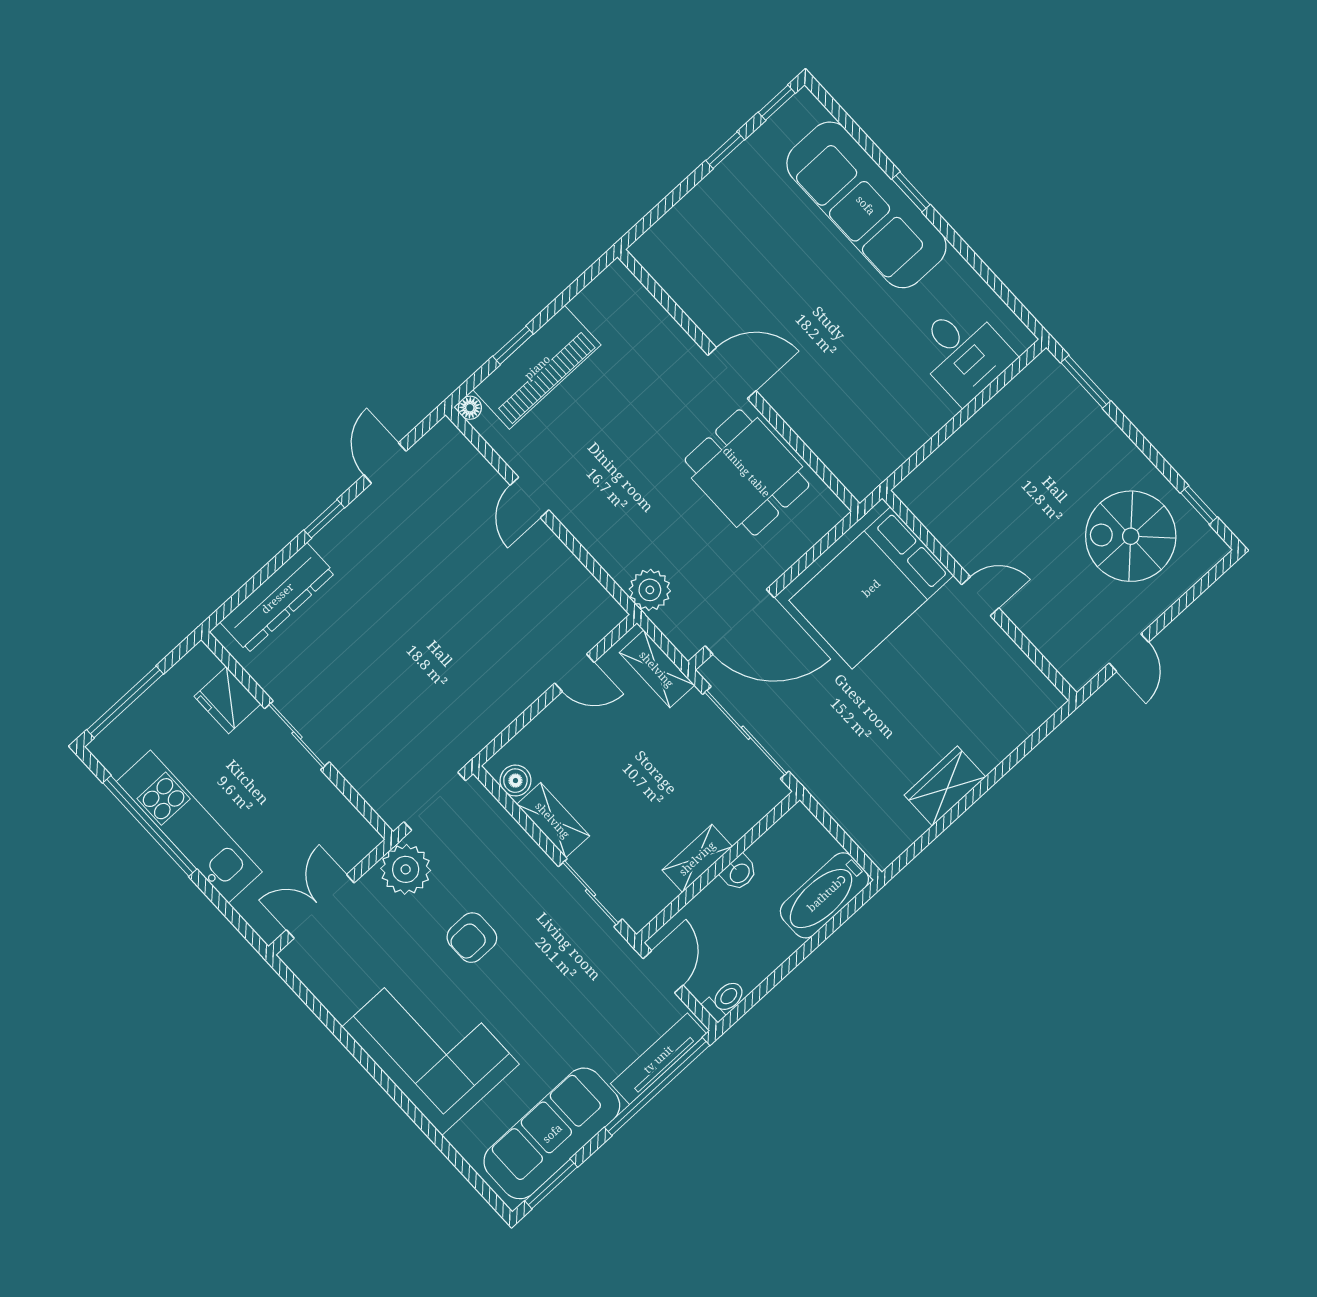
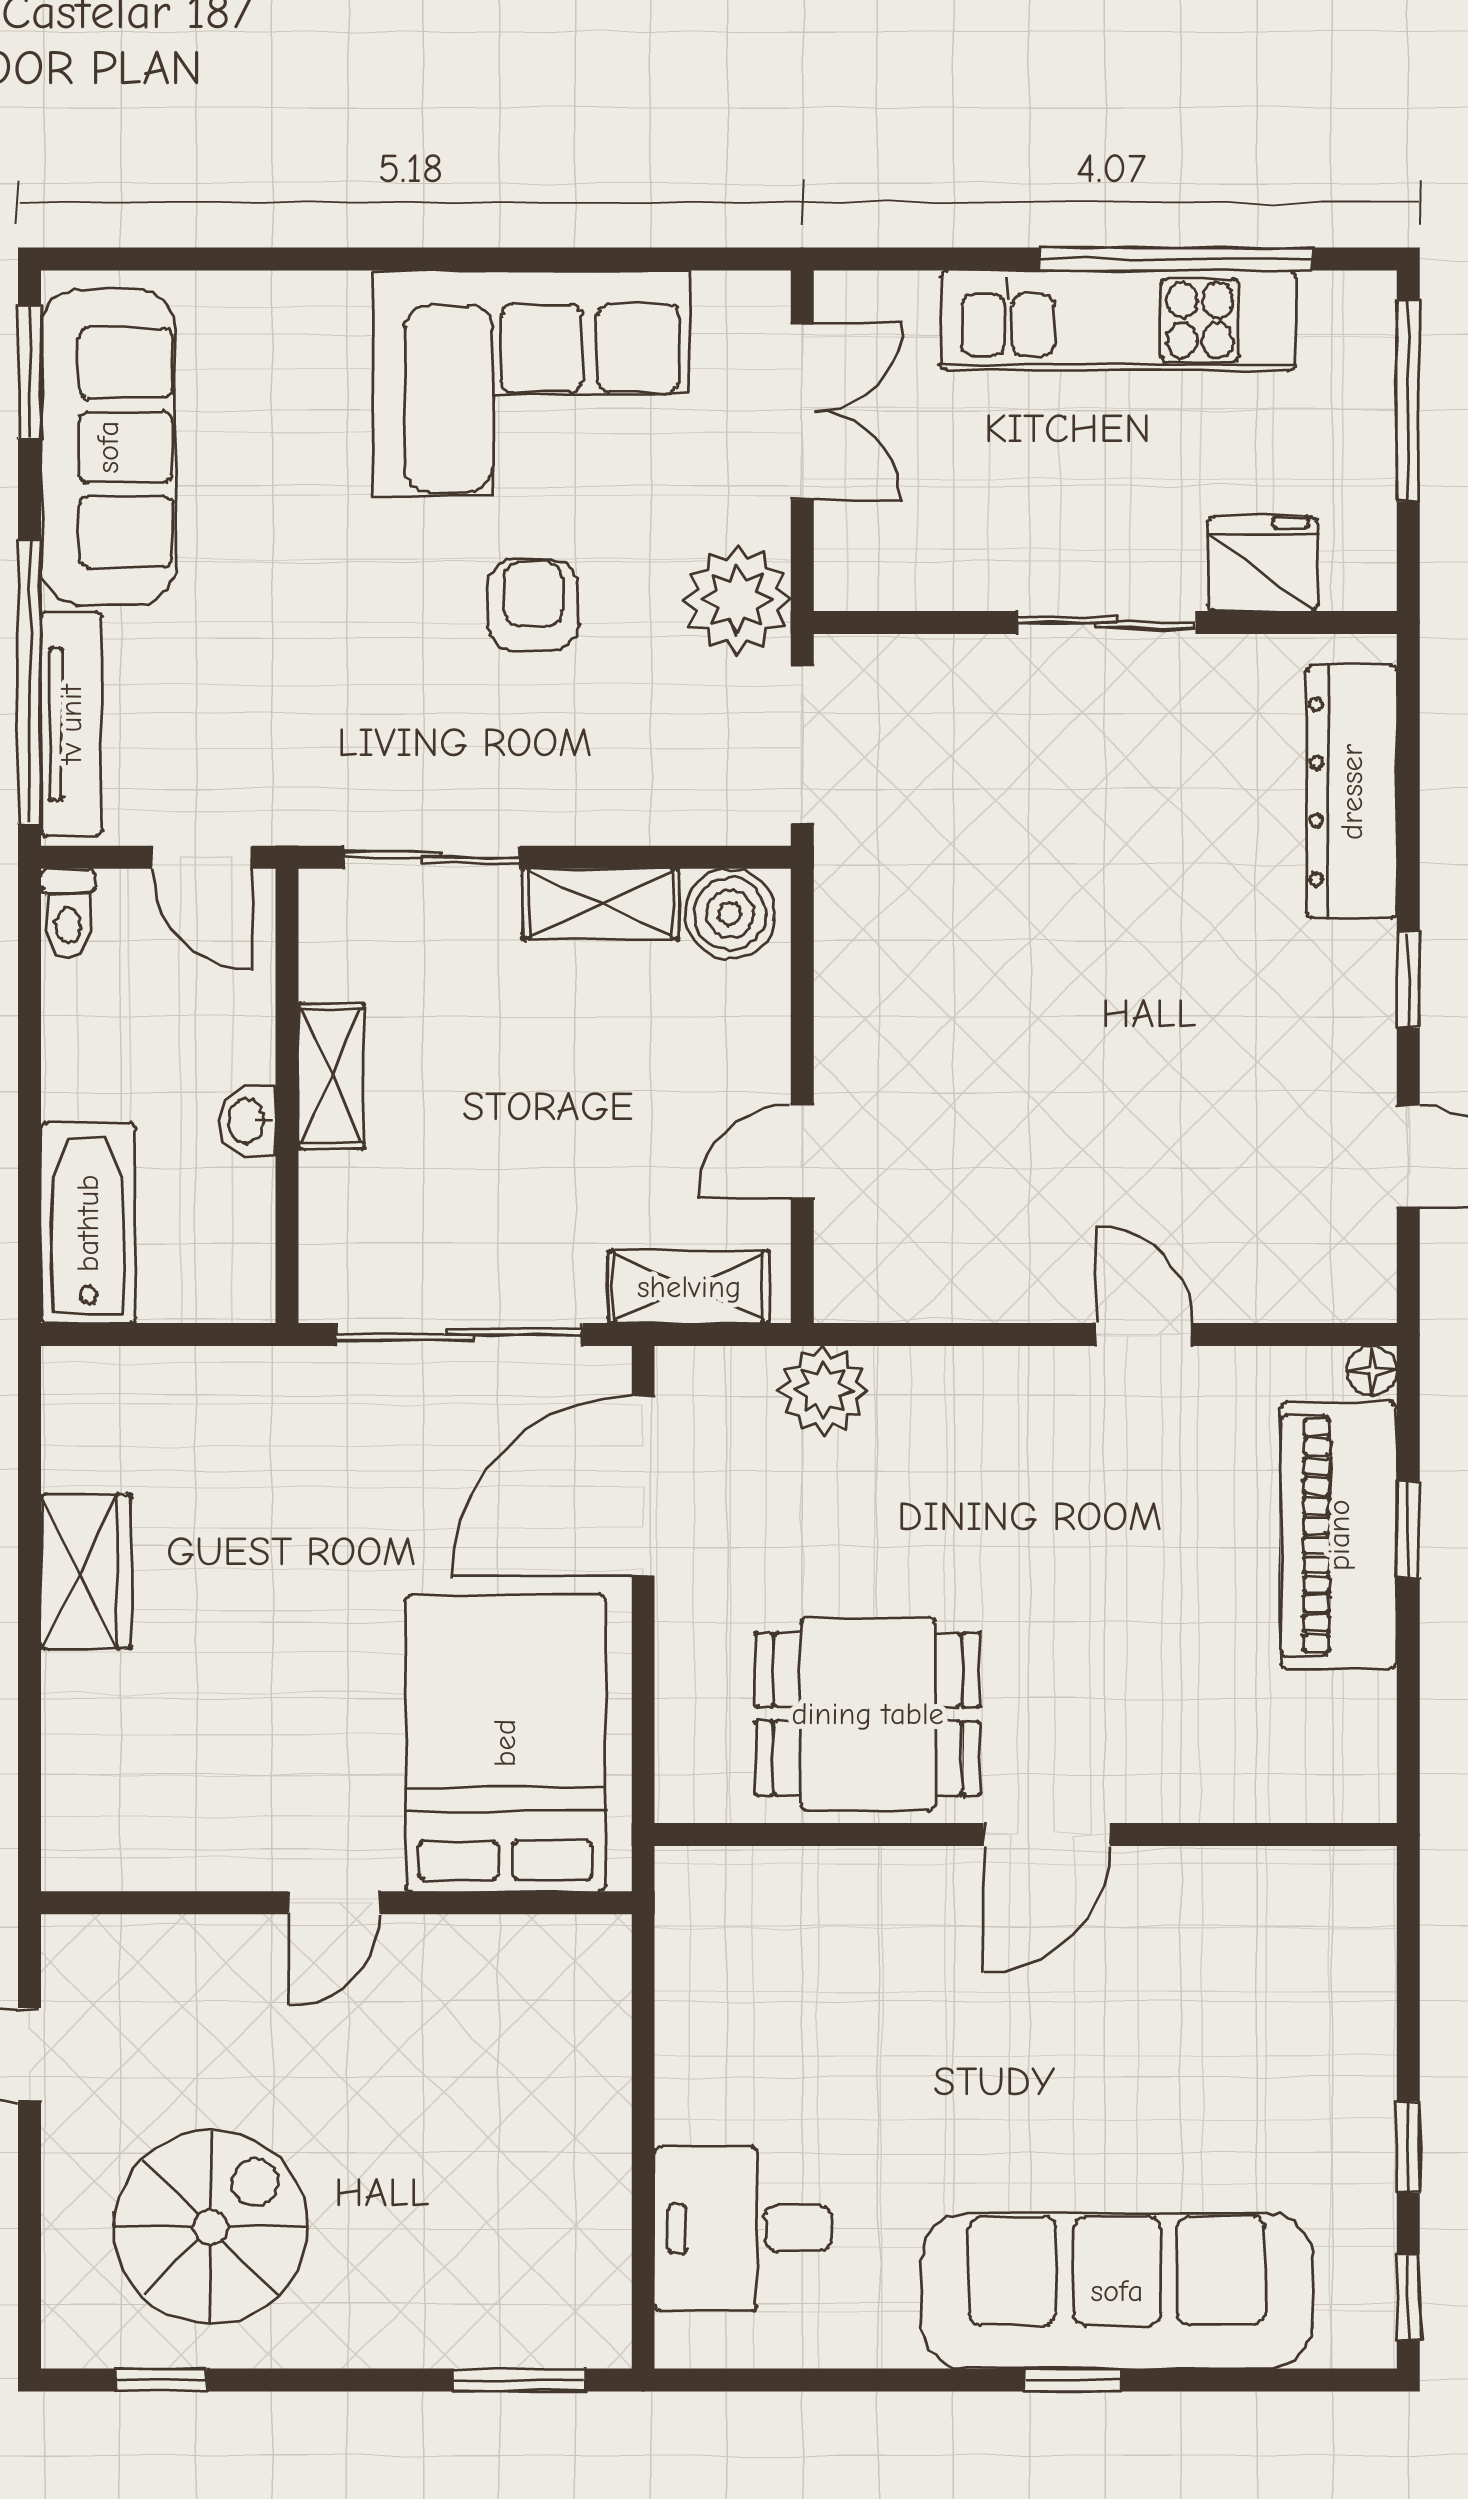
boiler: (515, 781) -> (730, 914), width x1.36, depth x1.36
corner sofa: (431, 1046) -> (531, 383), moved

